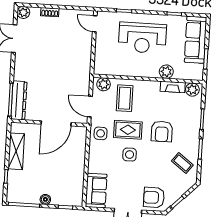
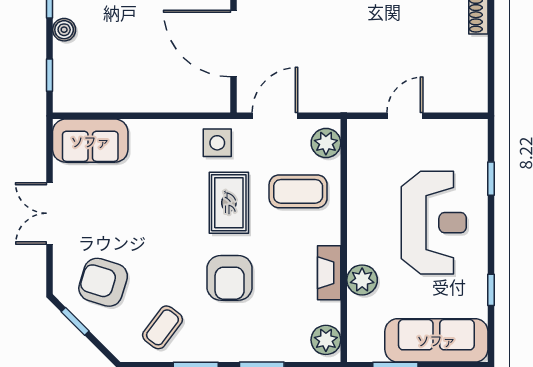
door: (95, 24) -> (405, 116), moved
reception desk: (142, 38) -> (434, 223), turned 180
fireplace: (173, 87) -> (329, 273), moved
armchair: (162, 131) -> (230, 278), turned -90
side table: (130, 155) -> (174, 210), removed
armchair: (154, 197) -> (103, 282), moved, turned -73

